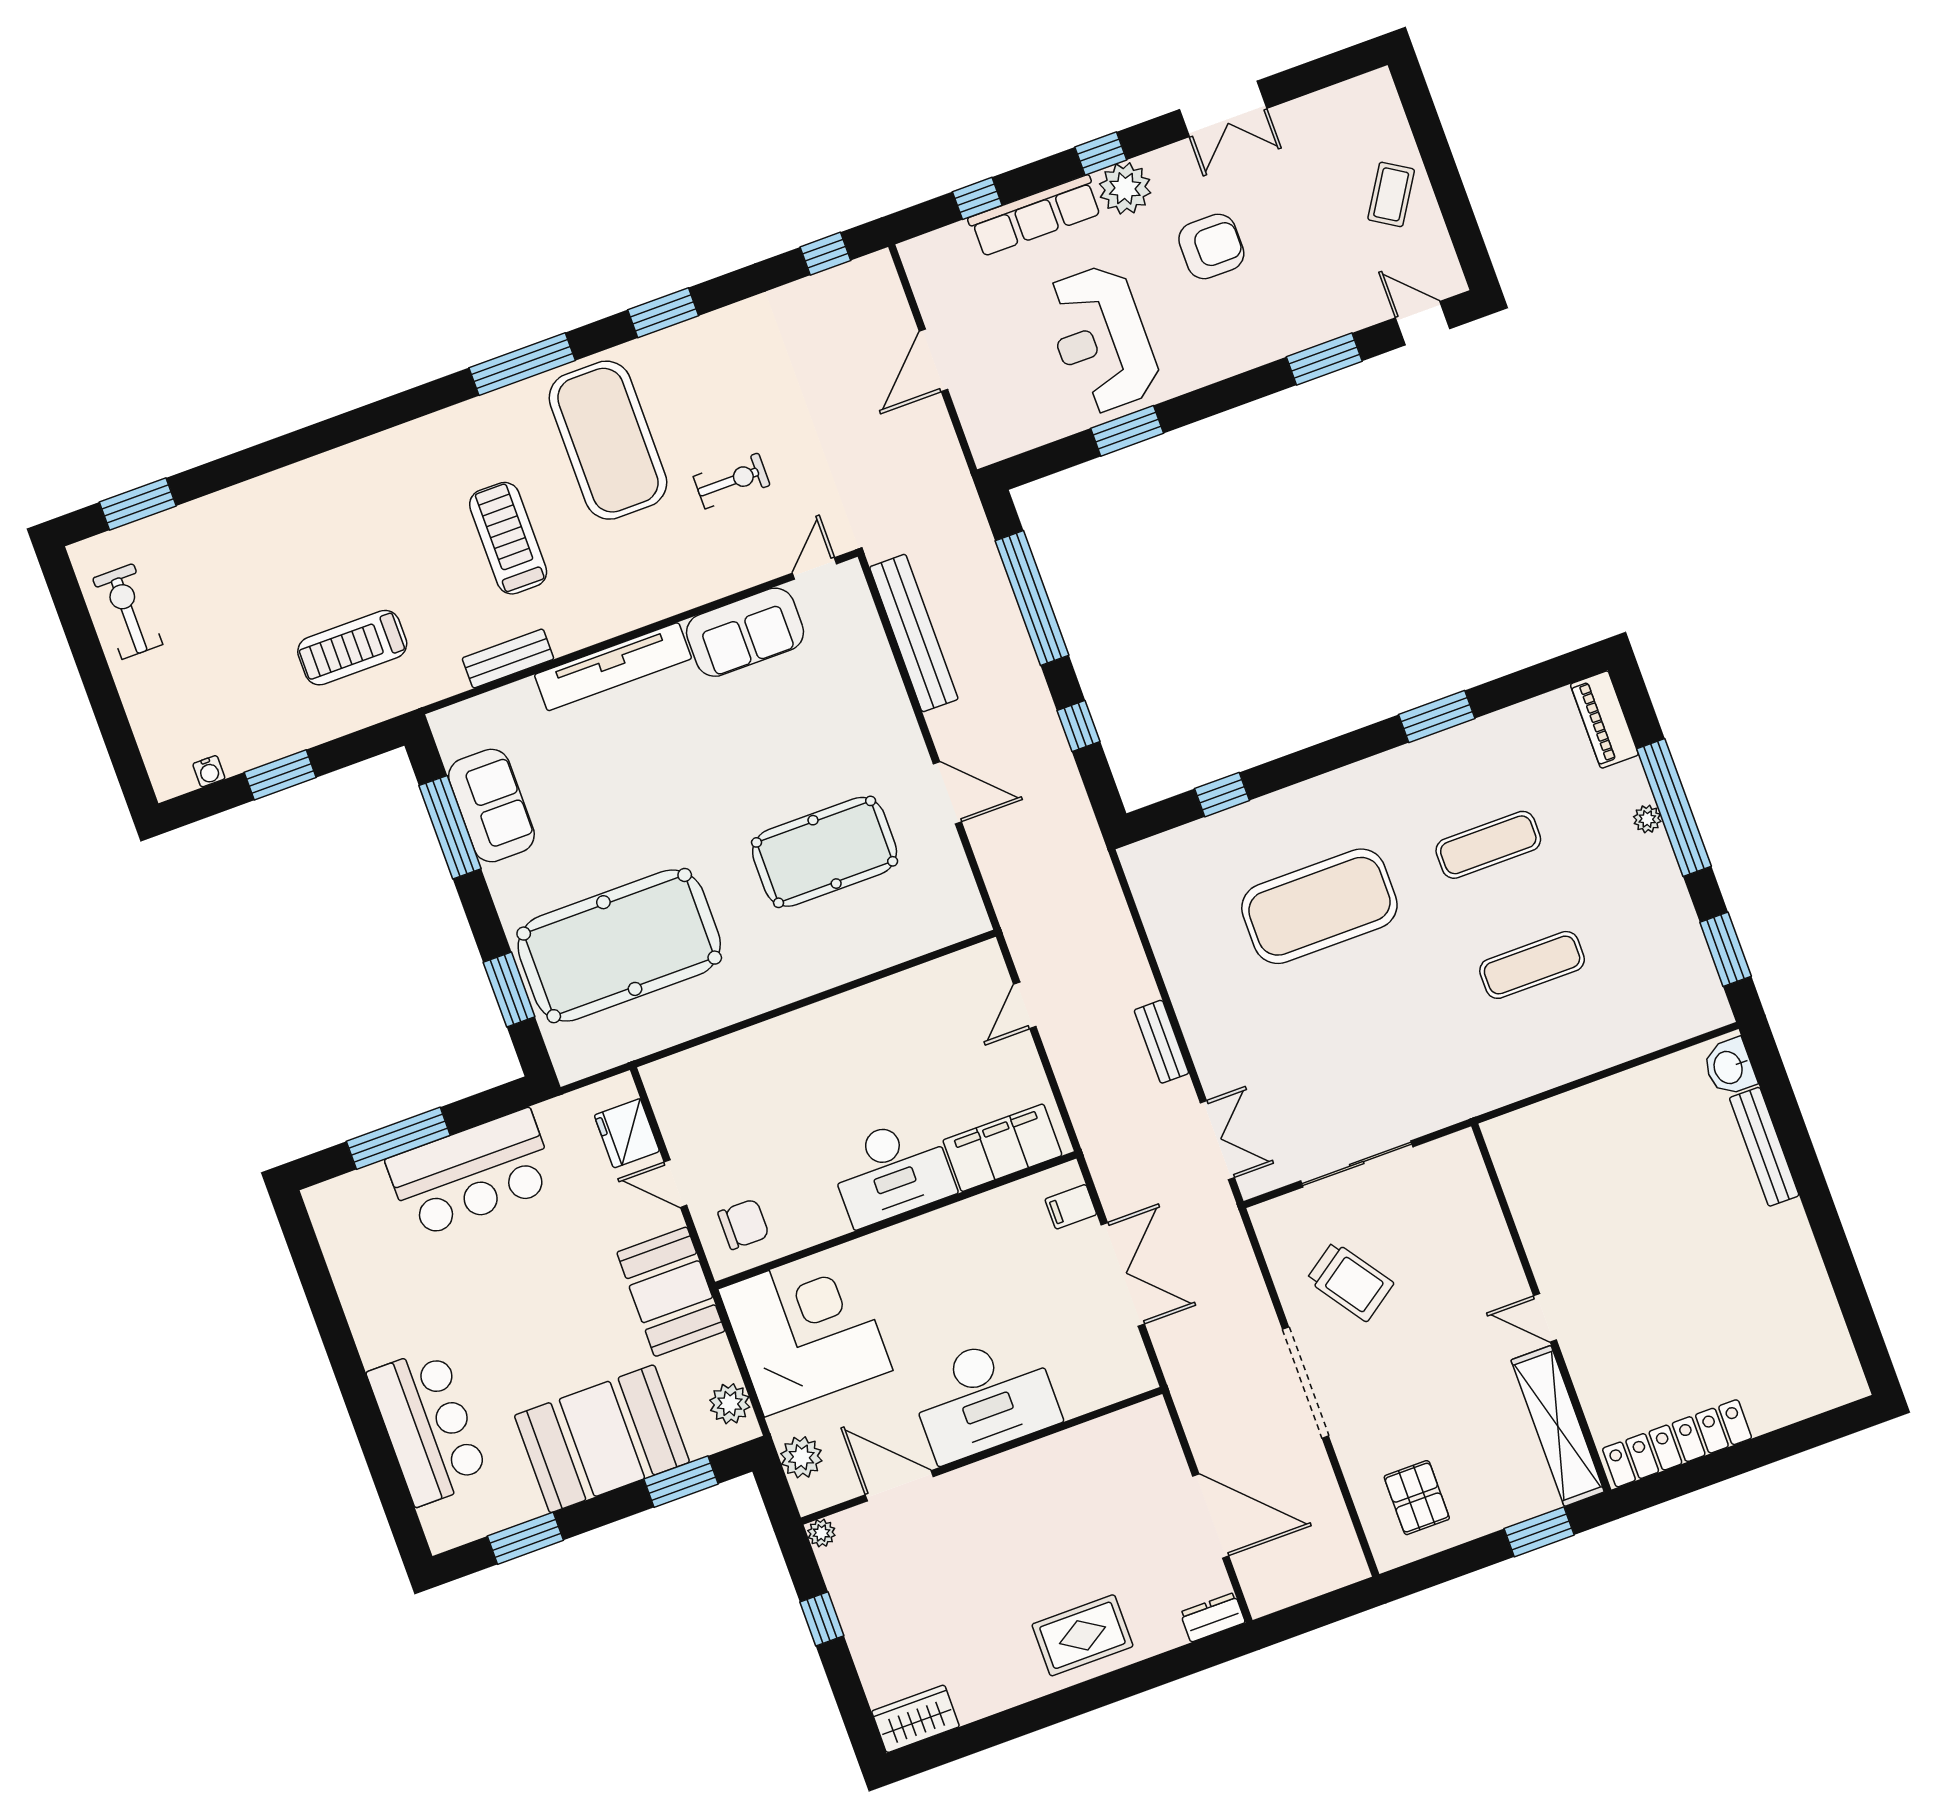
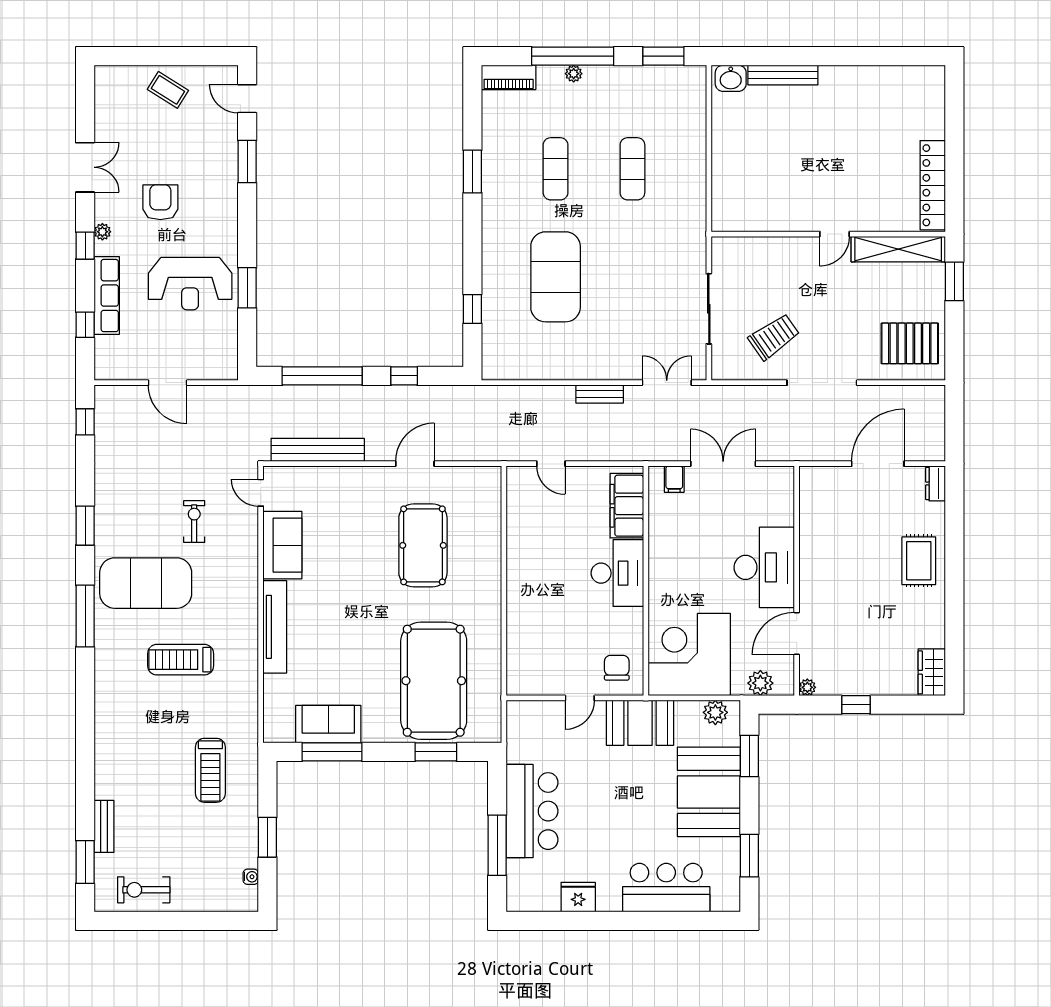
plant: (1125, 188) -> (102, 232), width x0.53, depth x0.53
door: (1423, 323) -> (247, 99), hinge flipped
bench: (508, 659) -> (104, 826), moved
fridge: (627, 1133) -> (578, 897), moved, turned 180
pallet: (1417, 1498) -> (910, 343), width x1.50, depth x1.42

